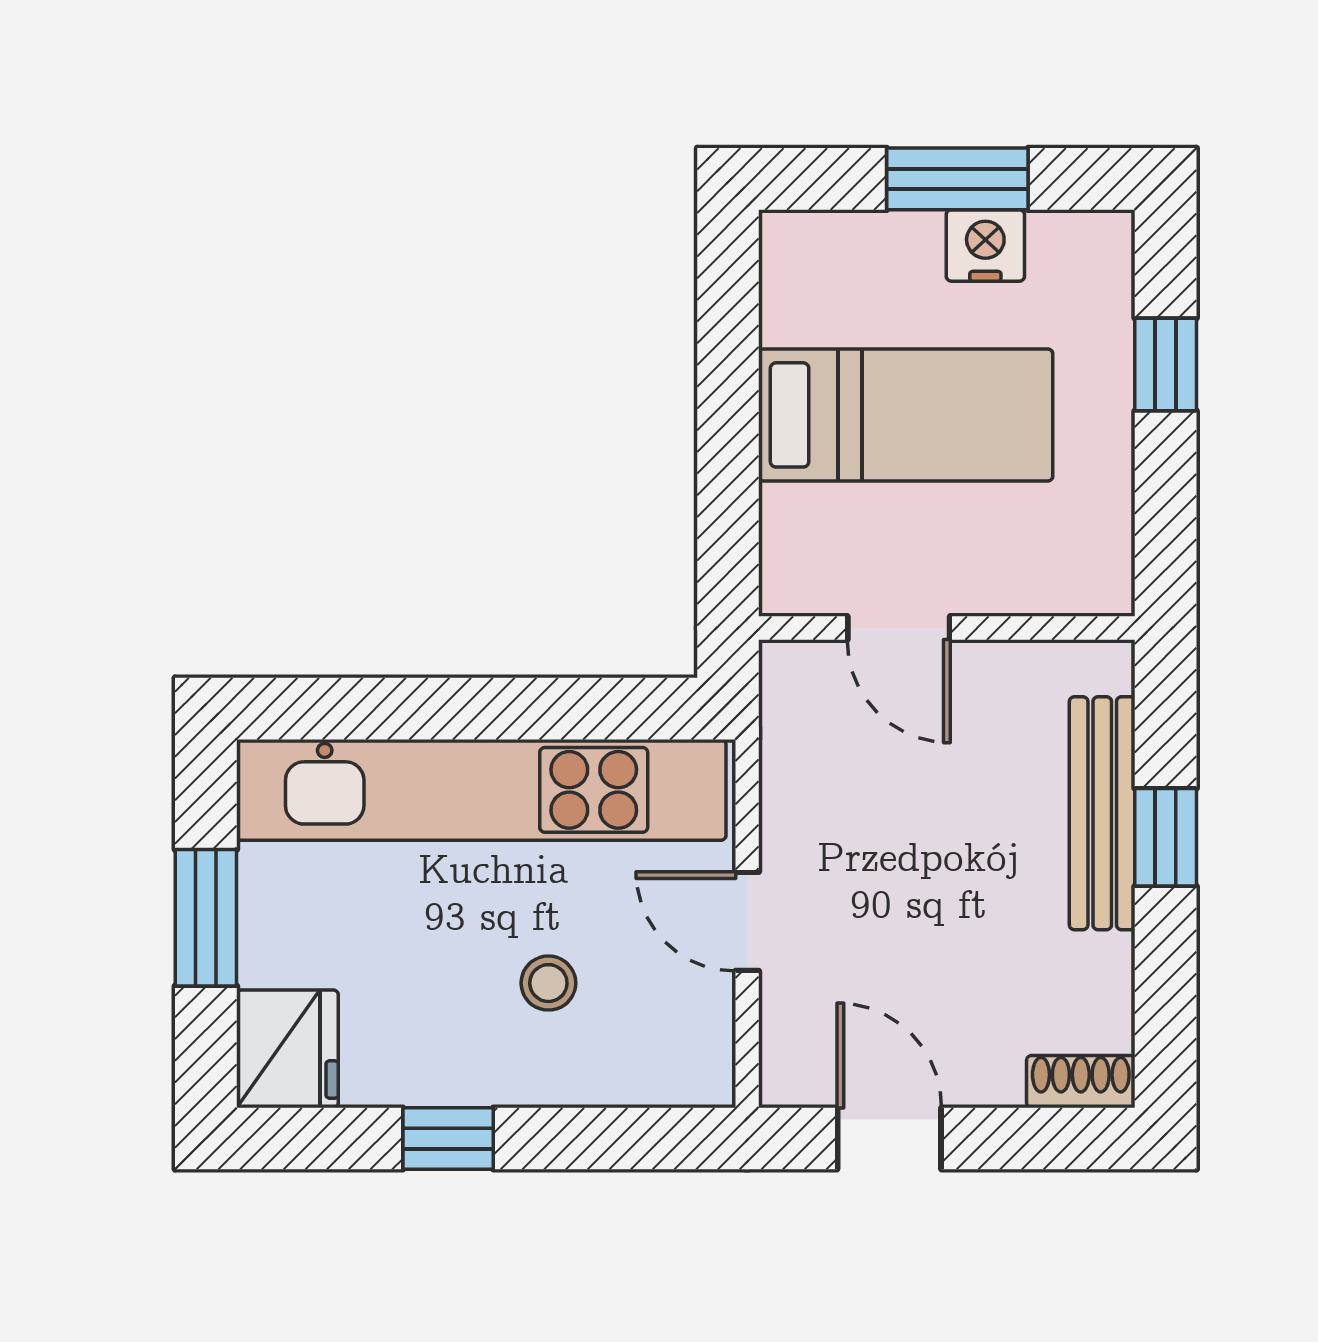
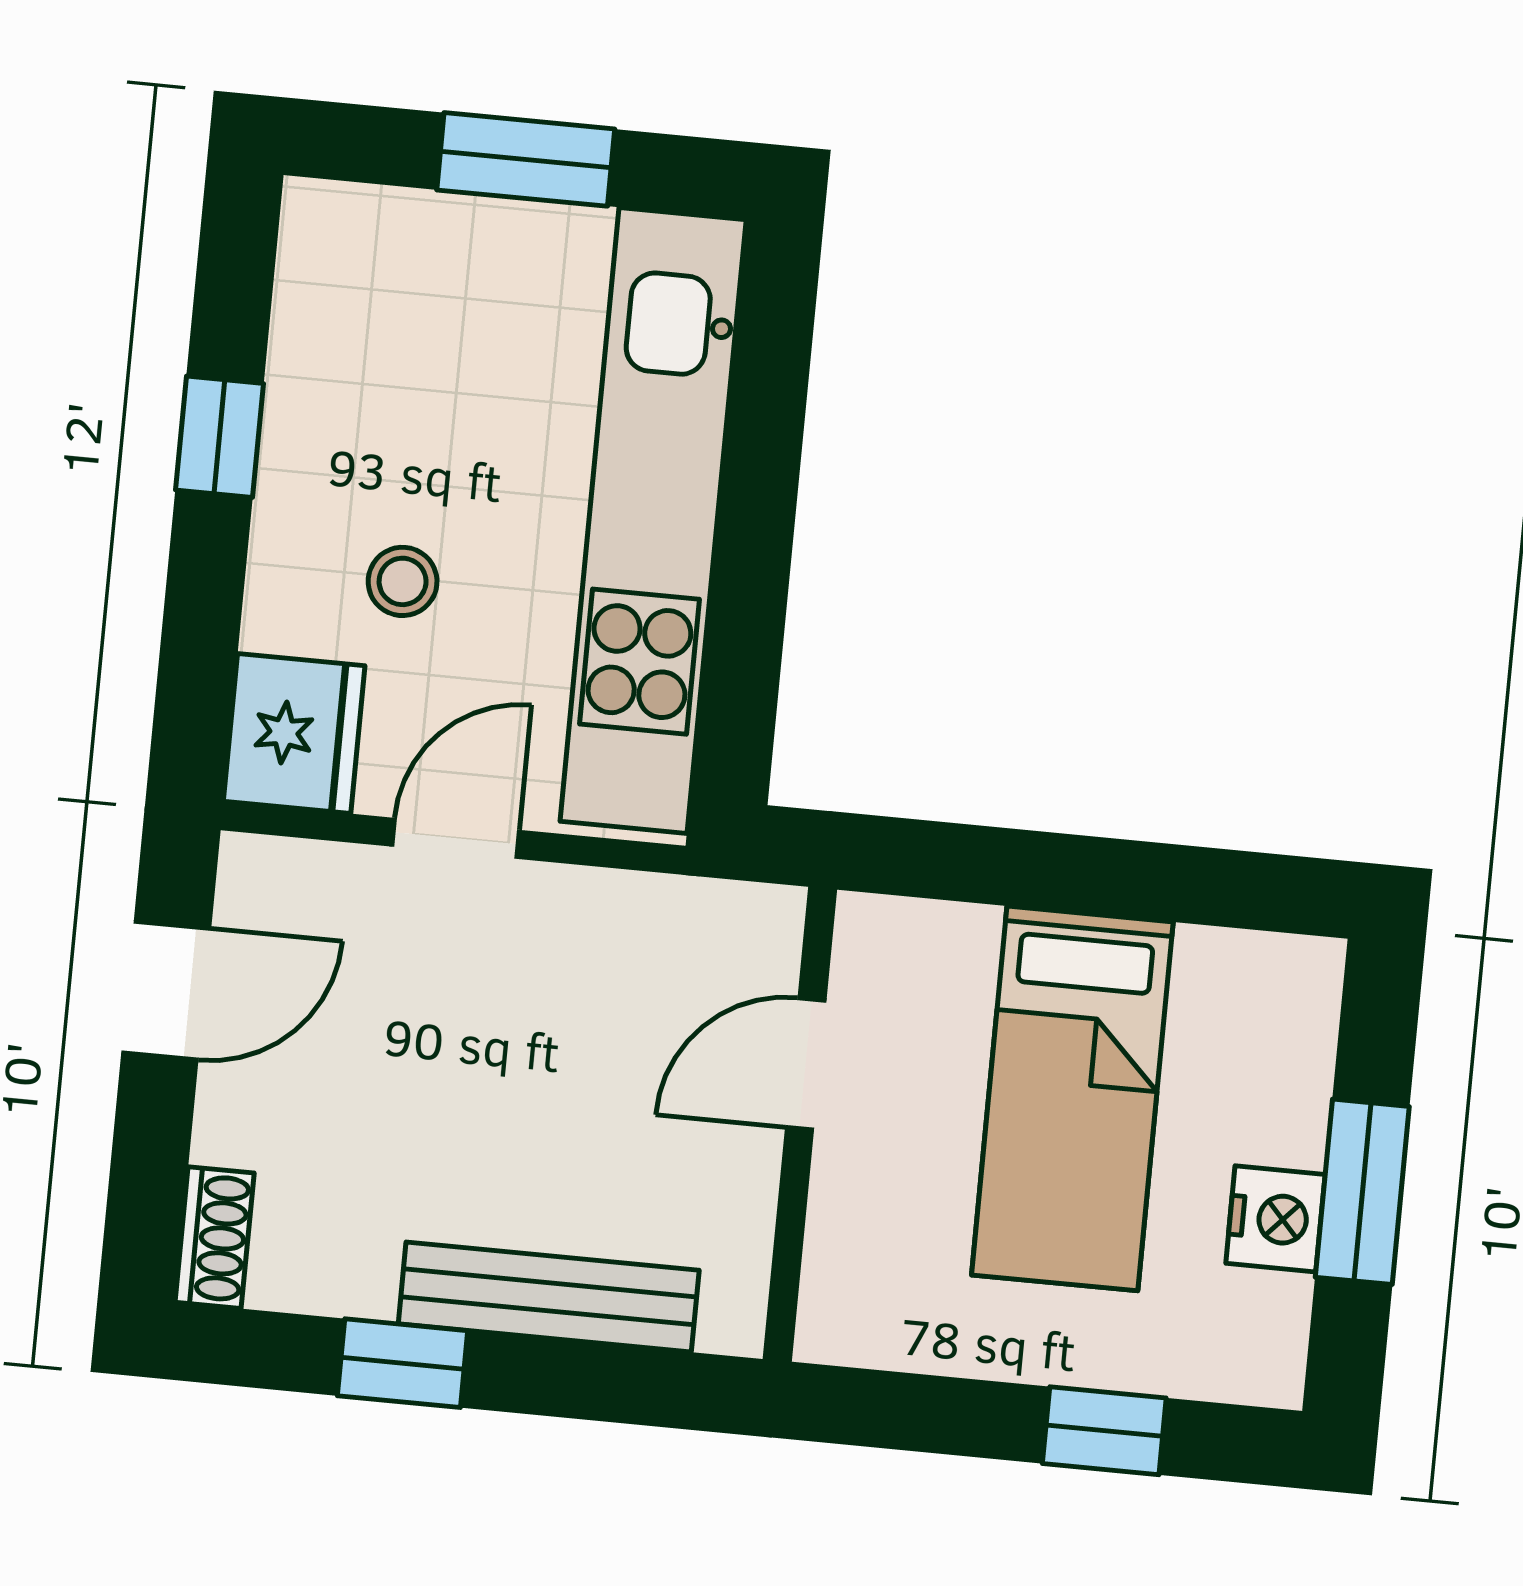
window: (1166, 837) -> (403, 1363), moved
fridge: (287, 1049) -> (294, 733), moved, turned -90

